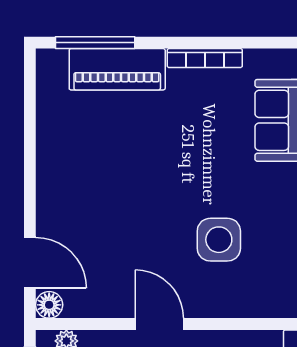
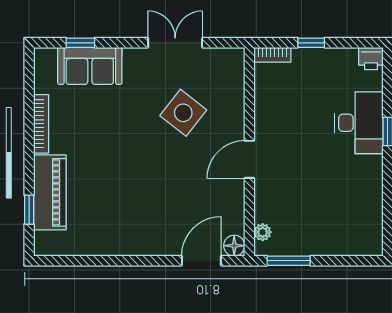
window: (95, 43) -> (29, 210), width x0.46
side table: (219, 240) -> (183, 113), turned 38

